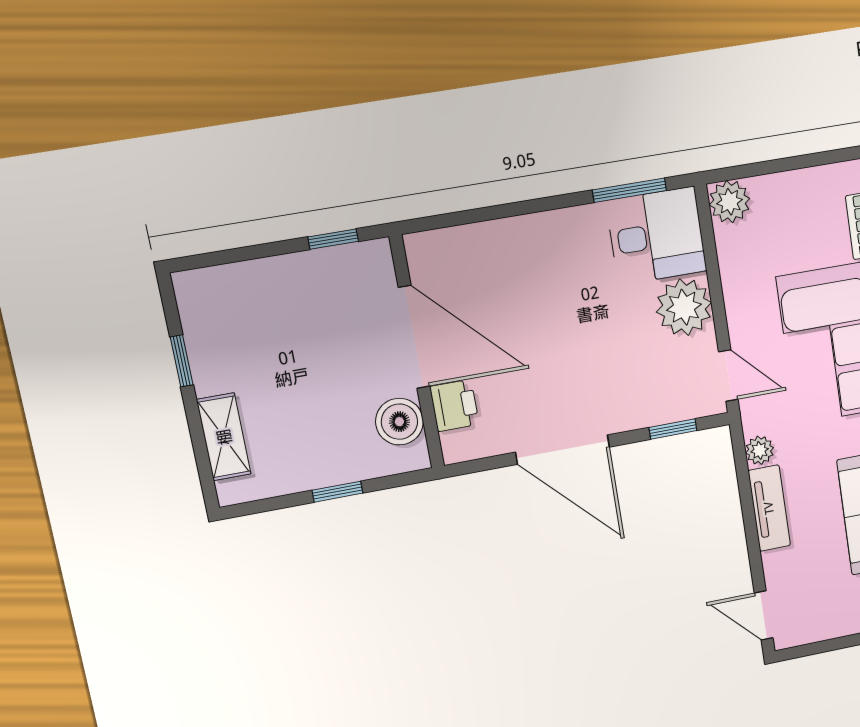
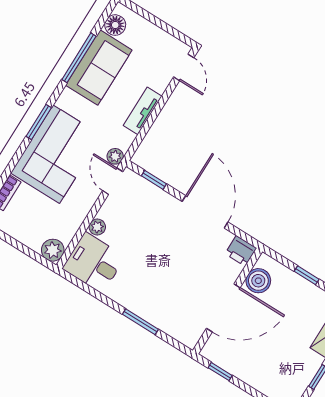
window: (629, 190) -> (140, 322), moved
plant: (684, 307) -> (97, 227), width x0.53, depth x0.53
door: (414, 337) -> (223, 308), swing flipped
printer: (454, 405) -> (241, 251), moved, turned -90
plant: (760, 450) -> (115, 156), moved

